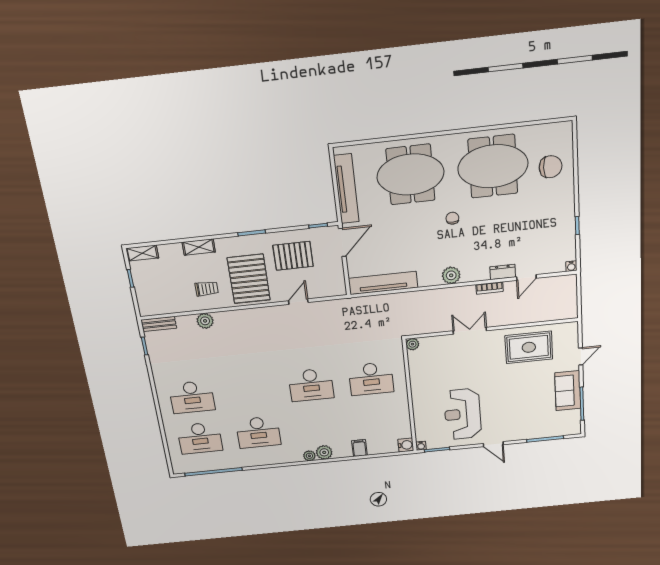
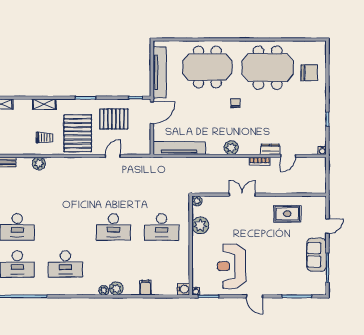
rug: (529, 347) -> (287, 214), width x0.73, depth x0.70
plant: (420, 372) -> (200, 225), added

